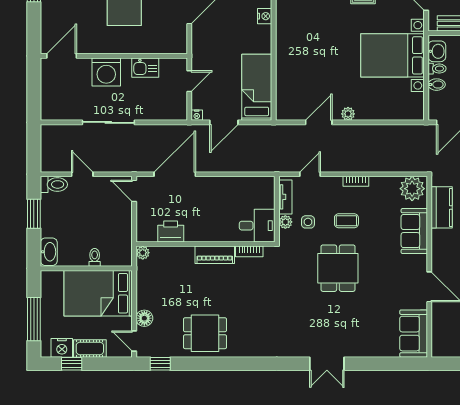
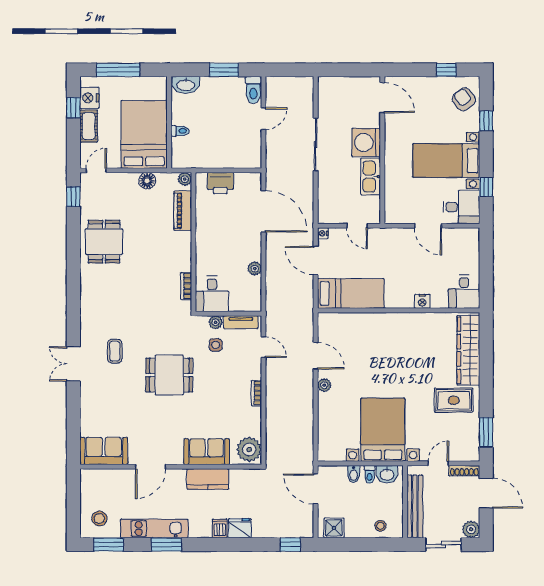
kitchen sink: (145, 68) -> (371, 177), width x1.38
plant: (232, 183) -> (255, 269), added
door: (134, 191) -> (247, 170), removed
kitchen counter: (442, 207) -> (208, 479), moved
coffee table: (346, 221) -> (115, 351), moved
printer: (171, 231) -> (220, 183), moved, turned 90
piano: (215, 255) -> (183, 211), moved
floor lamp: (144, 318) -> (147, 181), moved

